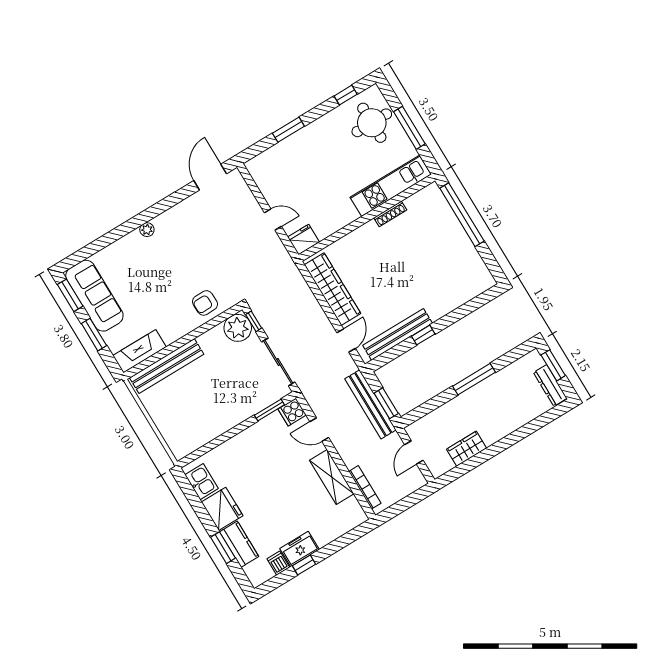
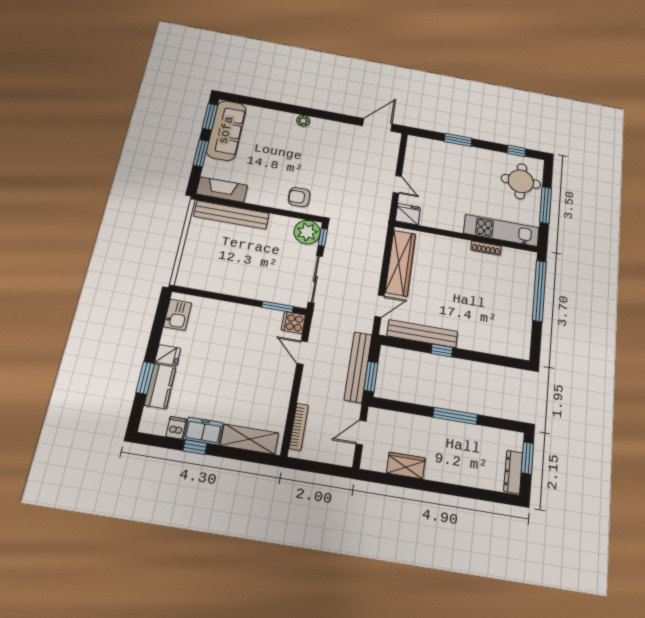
shelving: (332, 477) -> (250, 439), moved, turned 90
fridge: (222, 509) -> (168, 355), width x0.53, depth x0.75

